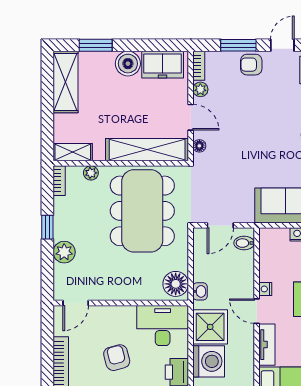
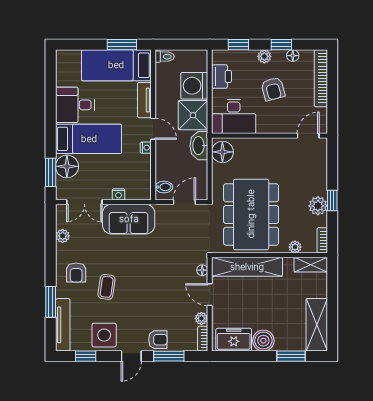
plant: (64, 252) -> (318, 206), moved
washbasin: (200, 291) -> (199, 146), width x1.91, depth x1.45

